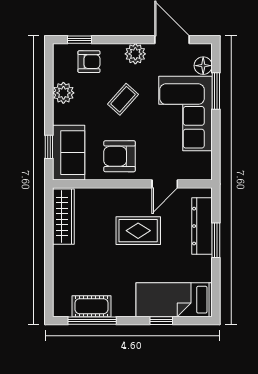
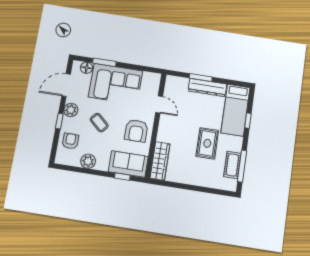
window: (79, 40) -> (59, 121), moved
wardrobe: (63, 217) -> (160, 161), moved, turned 90
dresser: (202, 226) -> (207, 88), moved
rug: (138, 231) -> (207, 143), moved

